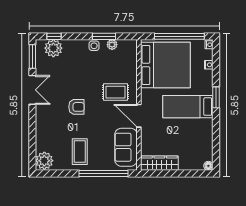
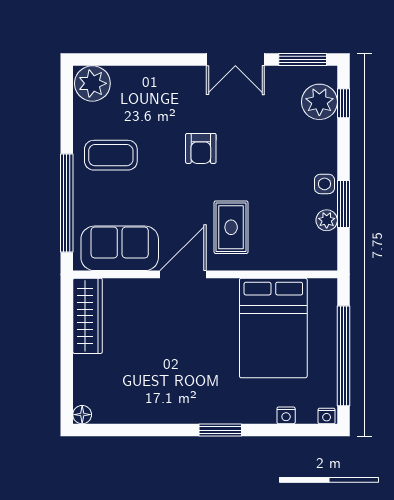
bed: (165, 65) -> (273, 328), width x0.73
bed: (188, 107) -> (202, 373), removed

